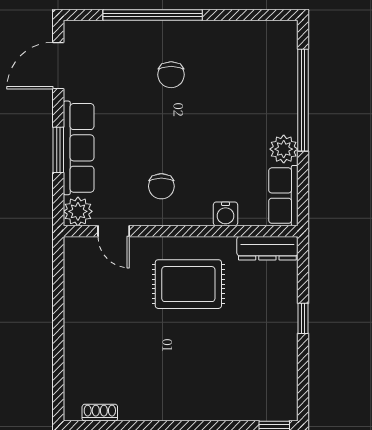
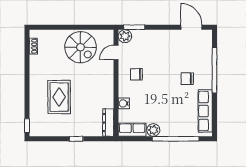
row of seats: (79, 148) -> (205, 111), moved, turned 90
window: (58, 150) -> (134, 27), moved
rug: (188, 284) -> (59, 97), moved
spiral stairs: (102, 309) -> (81, 47), added

